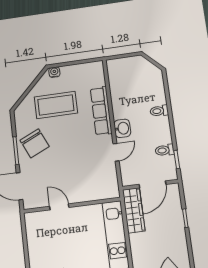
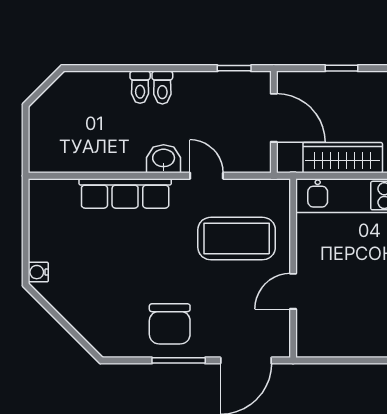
coffee table: (56, 105) -> (237, 239), moved, turned 90
chair: (35, 143) -> (170, 324), turned 115
toilet: (165, 150) -> (162, 88), moved
wardrobe: (134, 210) -> (343, 158), moved

